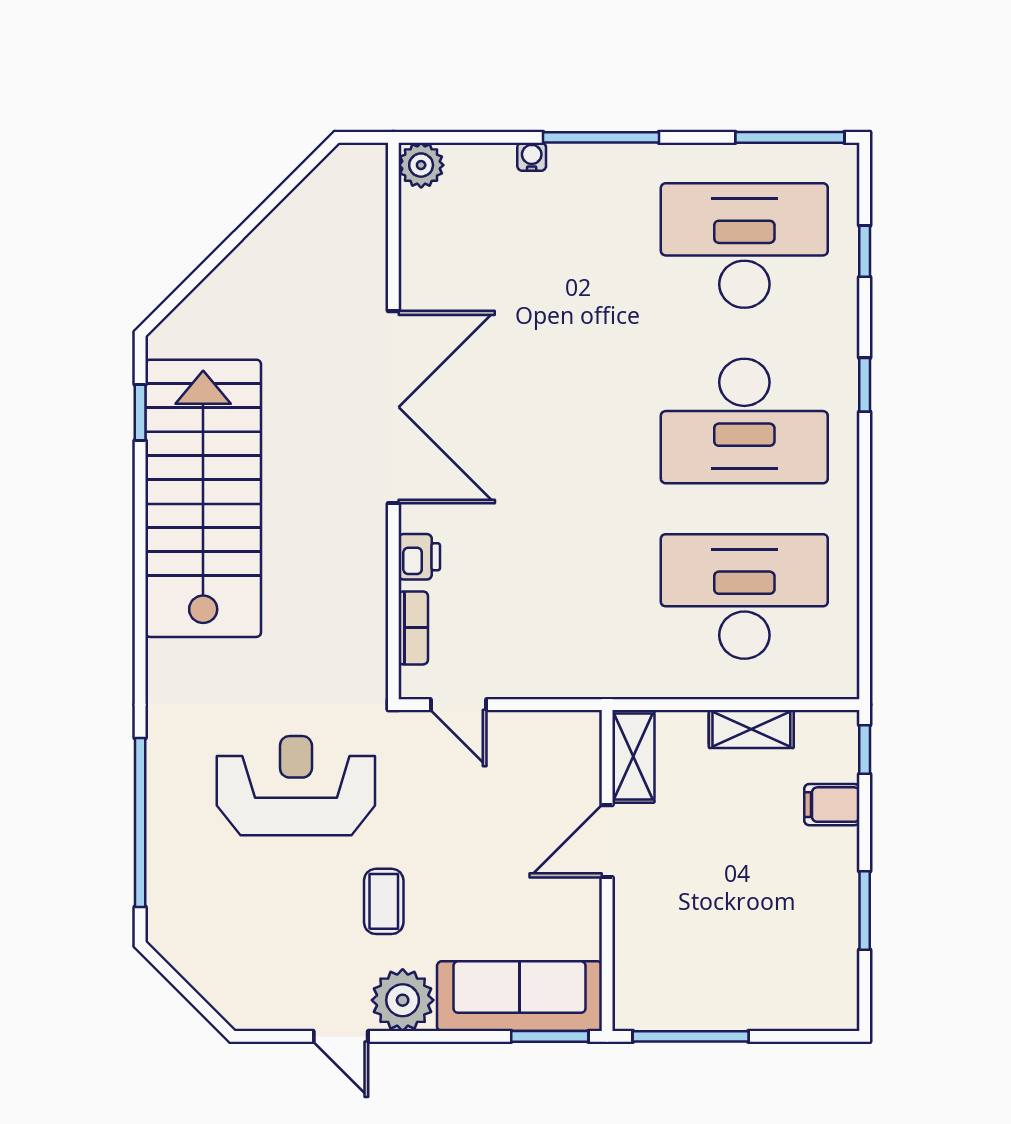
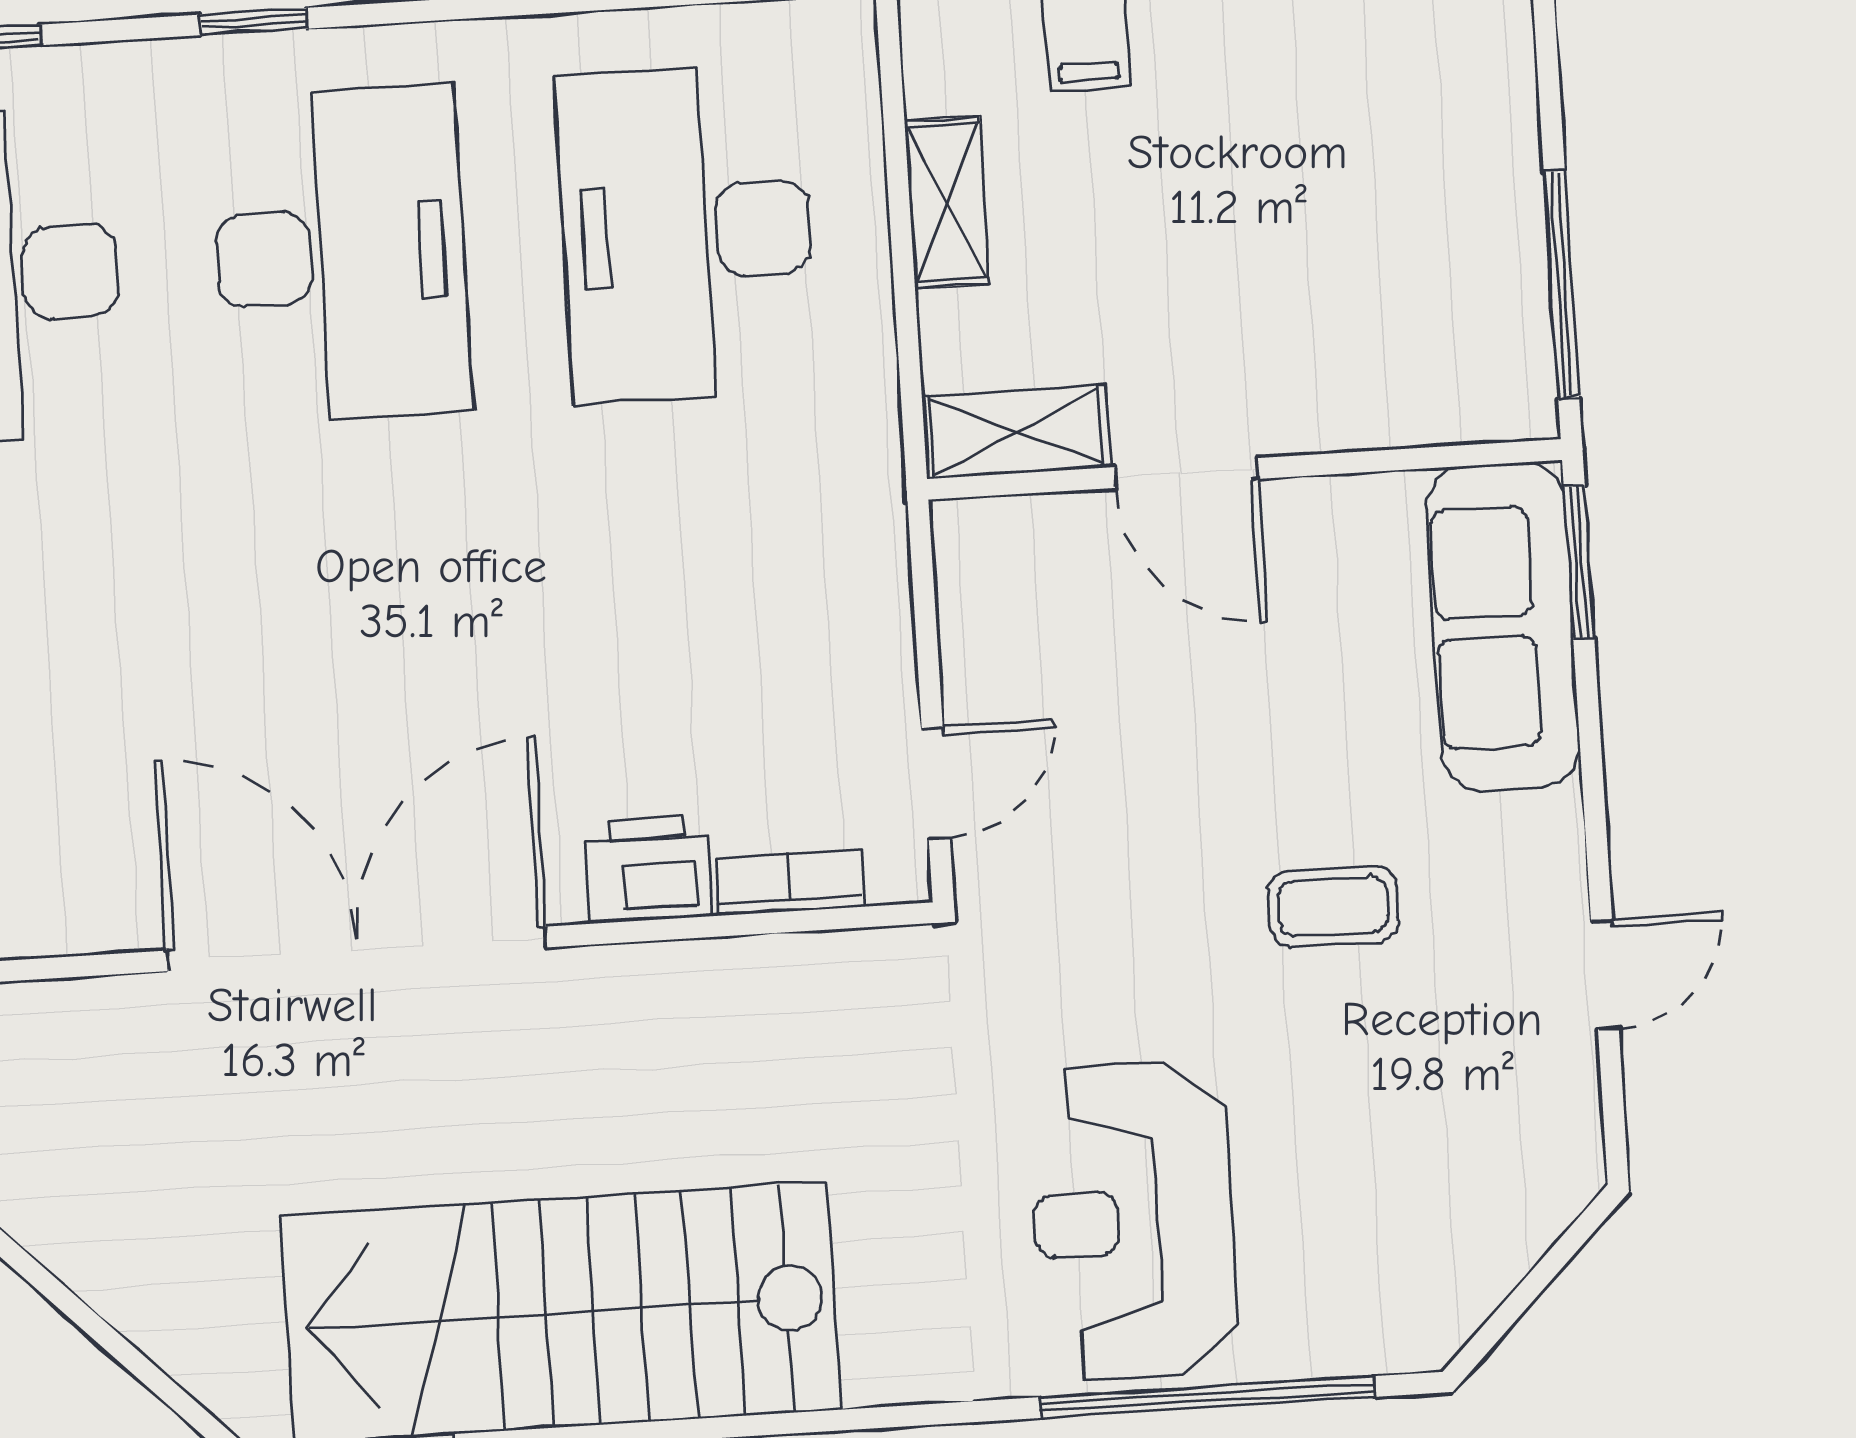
printer: (419, 557) -> (648, 869), width x1.36, depth x1.24
reception desk: (296, 786) -> (1134, 1221), moved
plant: (403, 1000) -> (1526, 857), removed

